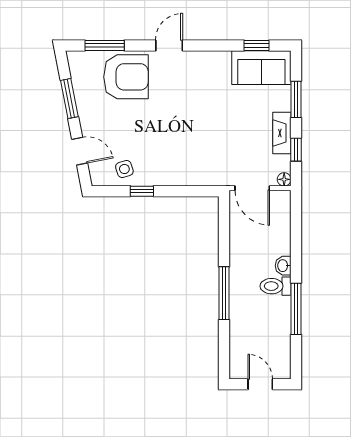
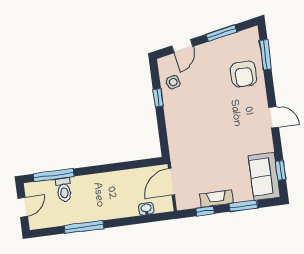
door: (169, 45) -> (274, 117), moved
armchair: (126, 77) -> (244, 74), width x0.73, depth x0.73
floor lamp: (284, 179) -> (181, 205), removed
washbasin: (283, 266) -> (146, 209), moved
toilet: (276, 286) -> (64, 190), moved, turned 180
window: (224, 293) -> (54, 175), moved

